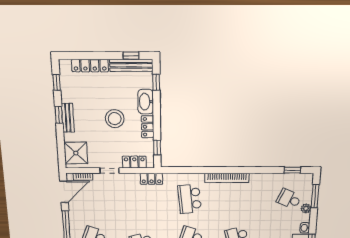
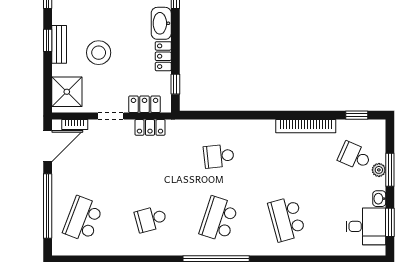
stool: (115, 119) -> (99, 53), moved
bookcase: (227, 178) -> (306, 126), moved
locker: (151, 179) -> (150, 127), moved
window: (315, 196) -> (390, 170), moved
school desk: (190, 199) -> (219, 156), width x0.54

